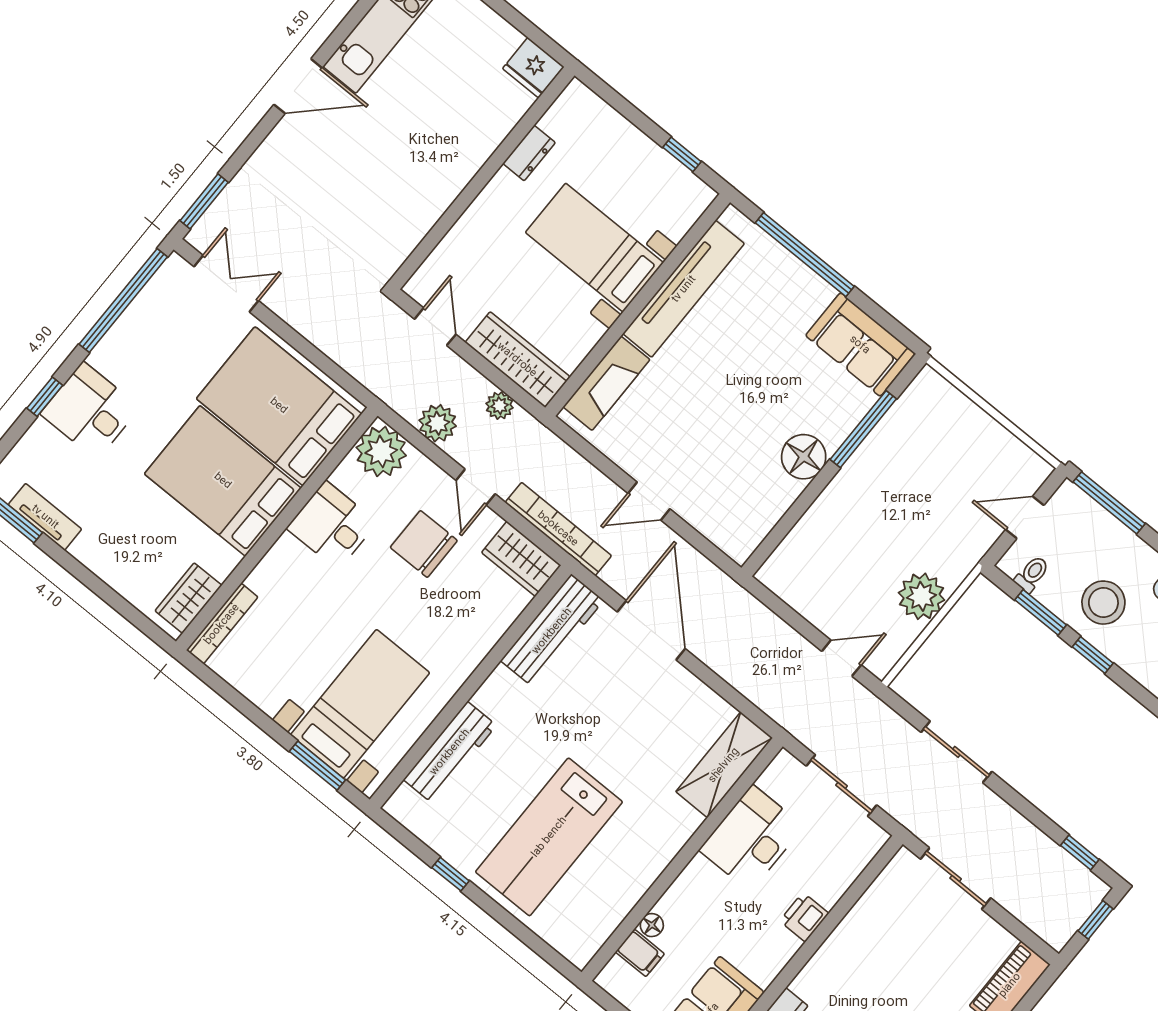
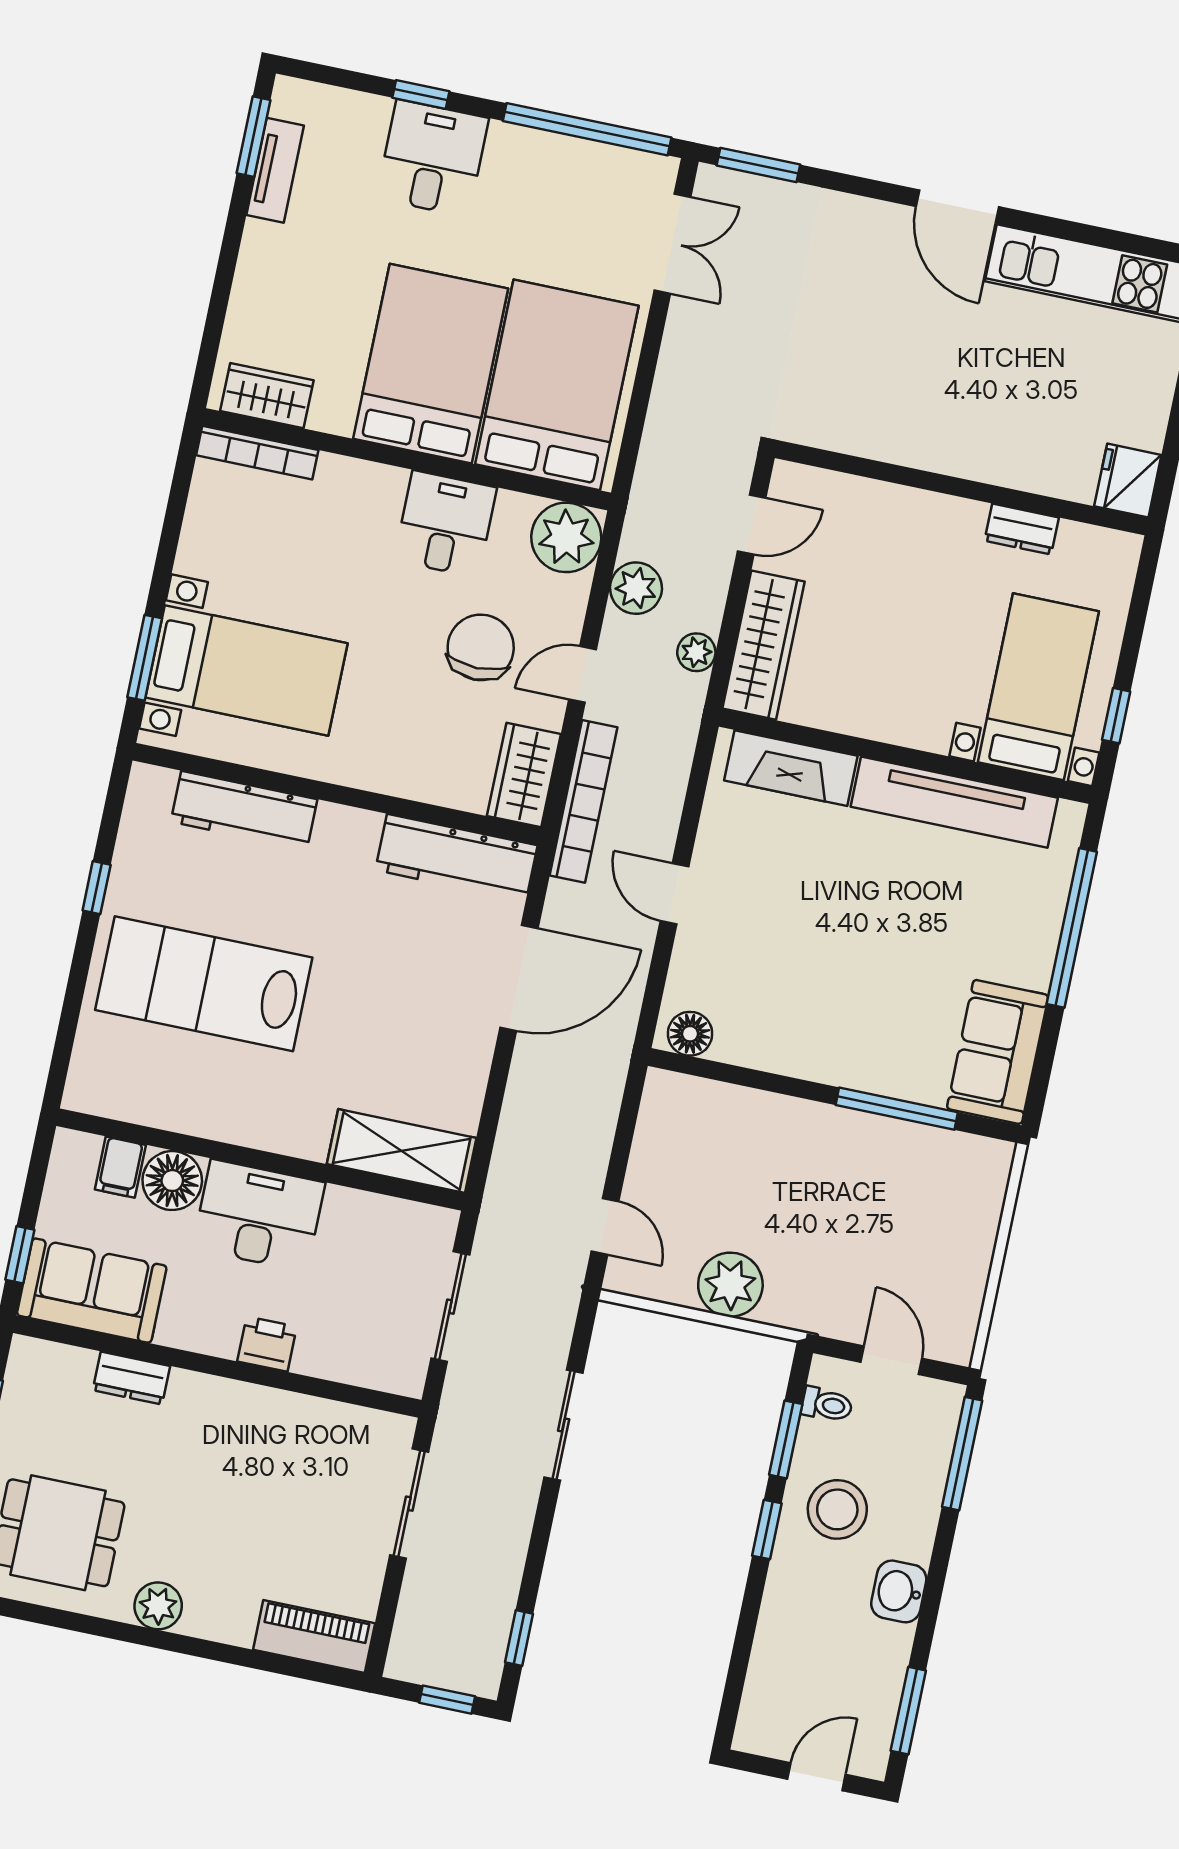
bed with nightstands: (594, 248) -> (1038, 687), moved
floor lamp: (804, 457) -> (690, 1034), moved, width x0.73, depth x0.73
desk: (751, 838) -> (259, 1215), moved
floor lamp: (652, 925) -> (172, 1181), width x1.89, depth x1.89

